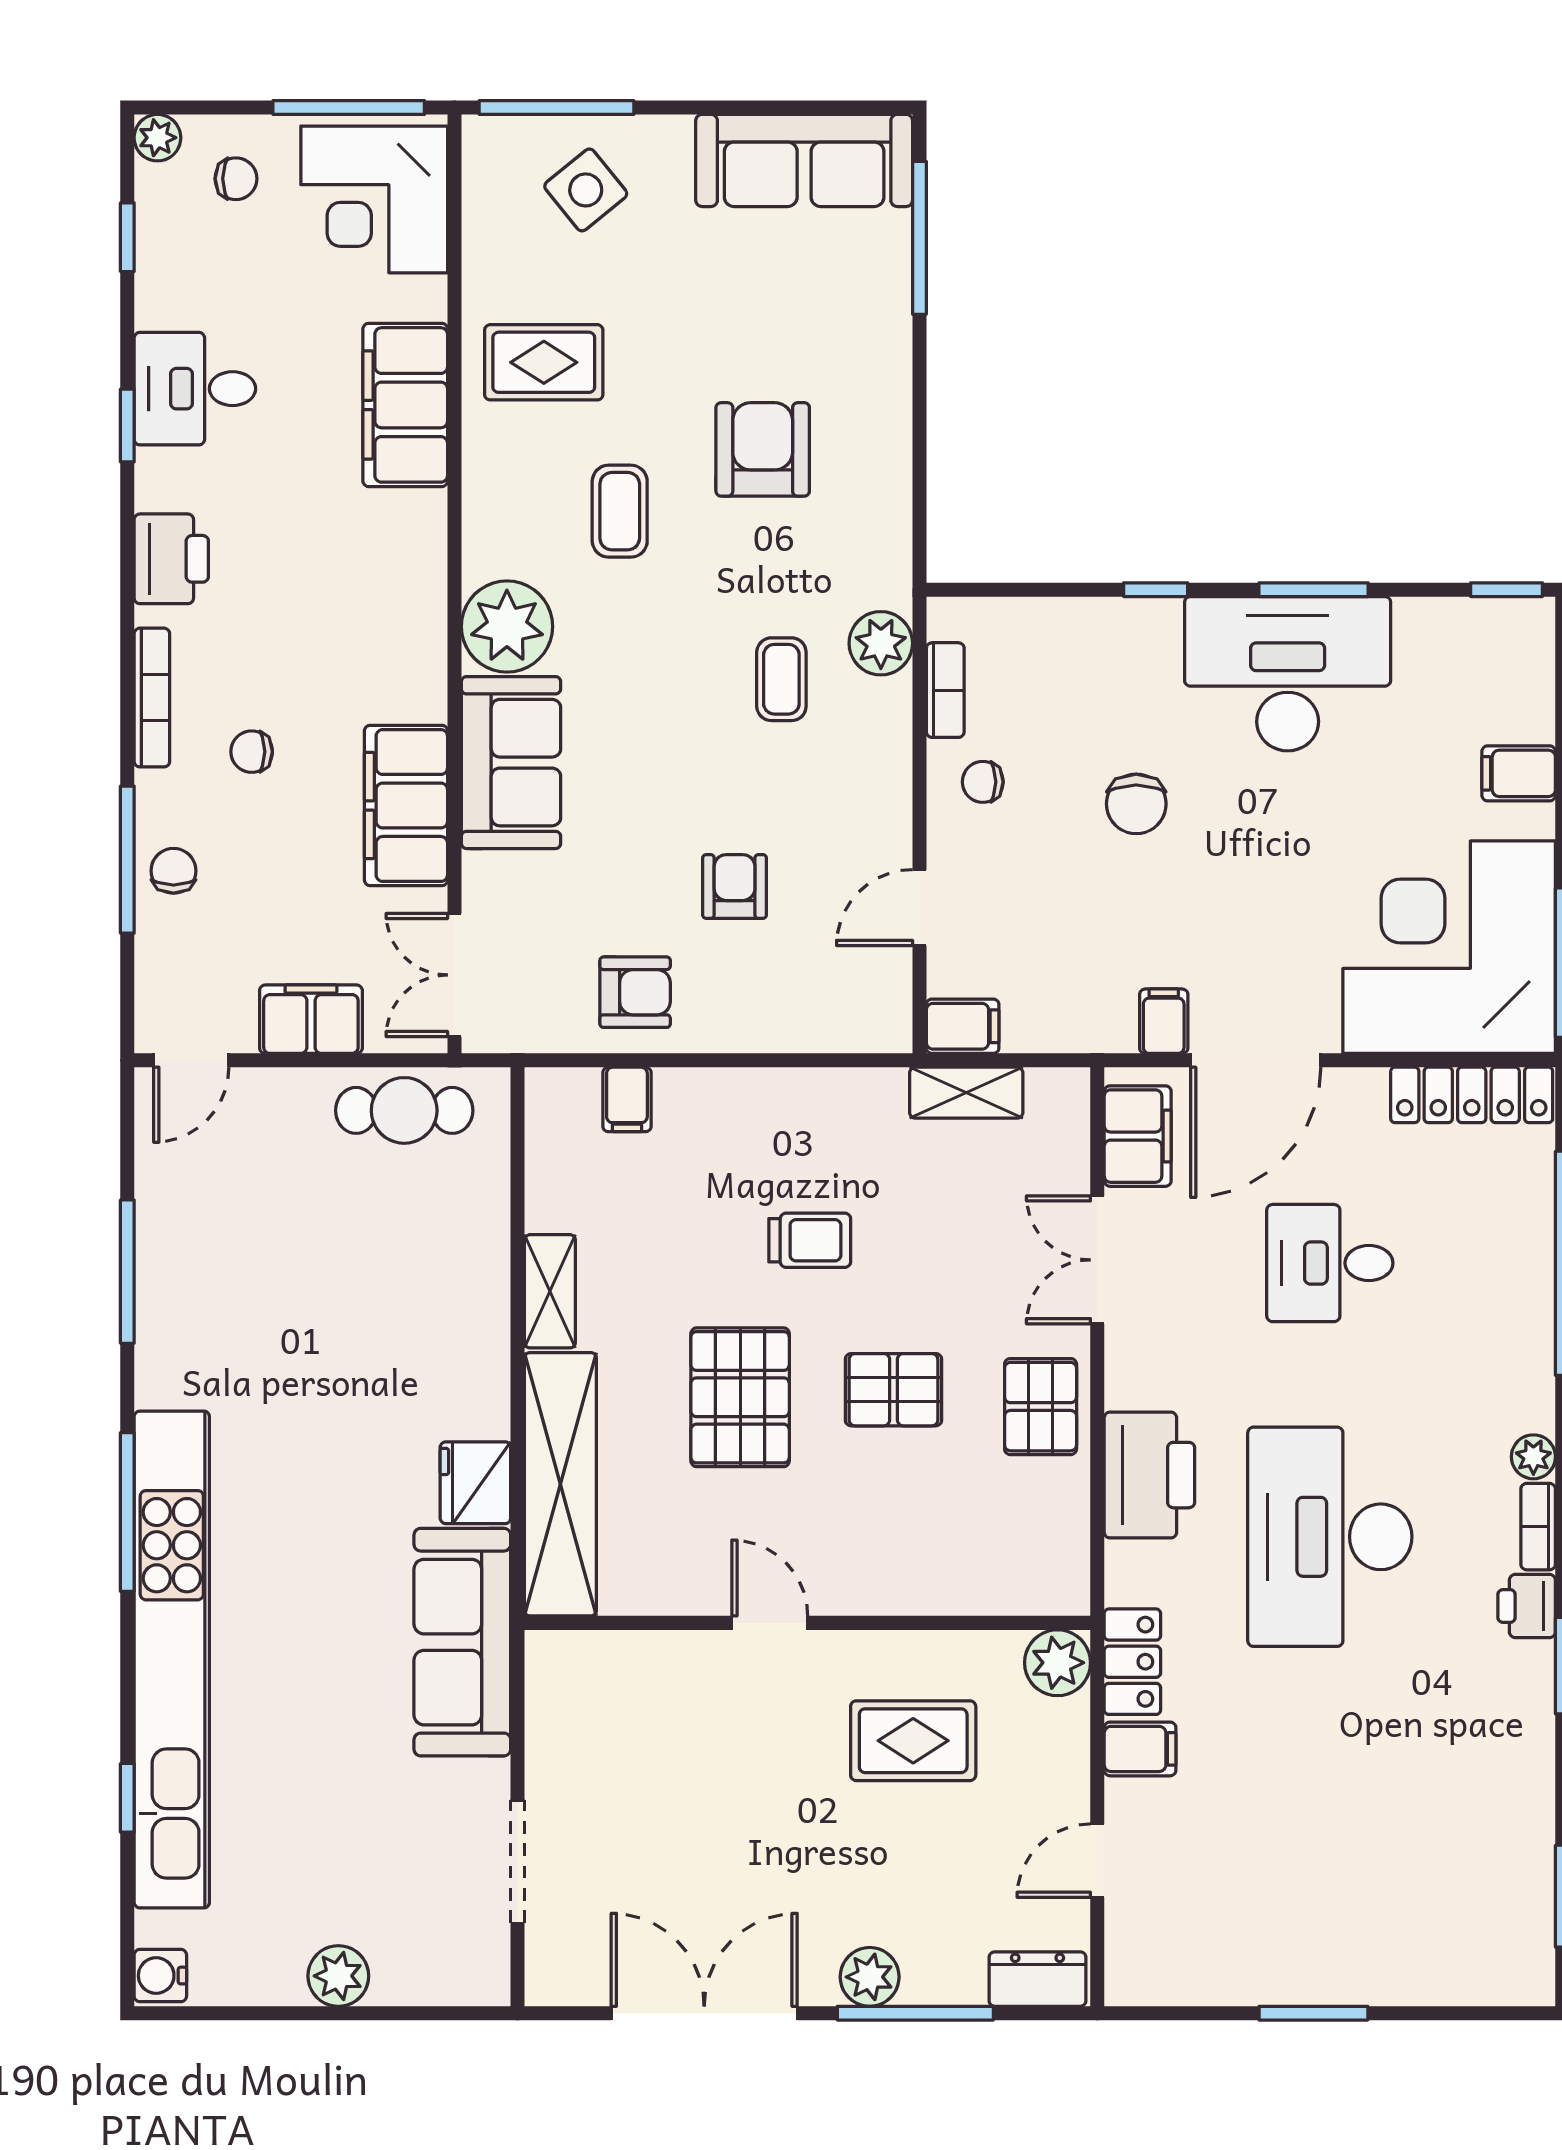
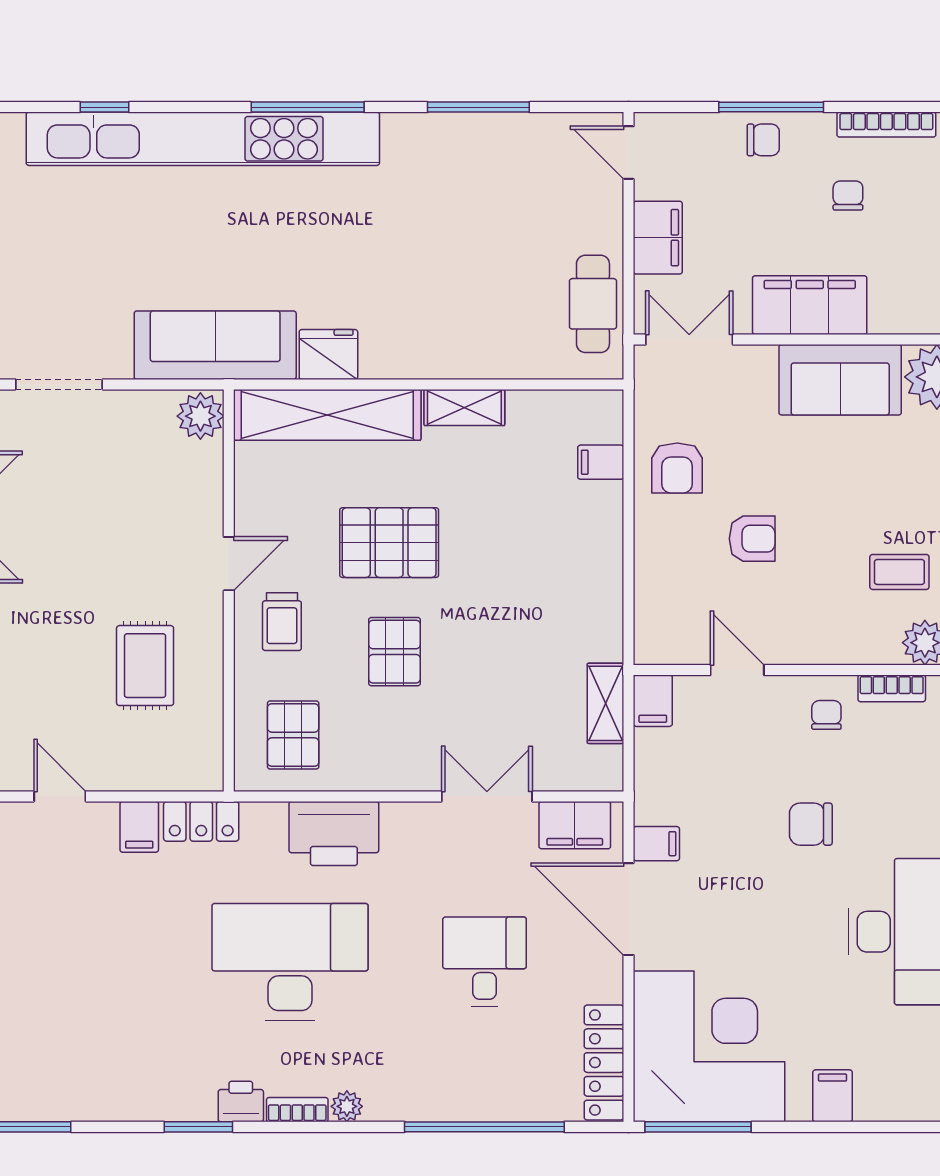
trolley: (810, 1240) -> (282, 622), moved
pallet: (1041, 1407) -> (293, 735), moved, turned 90
plant: (1057, 1663) -> (200, 416), moved

